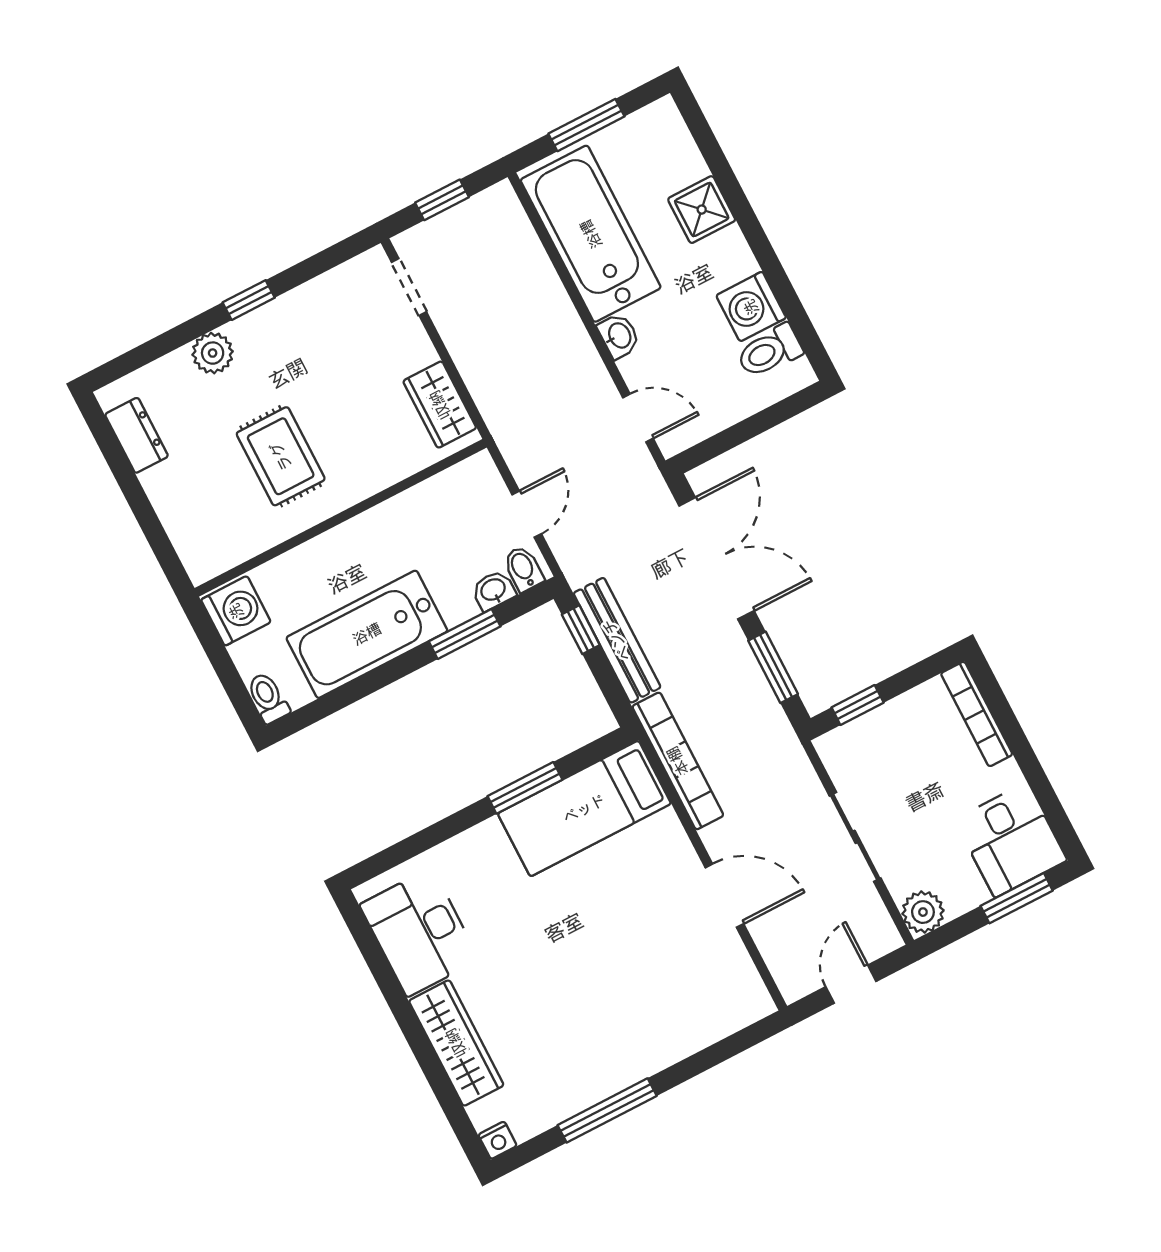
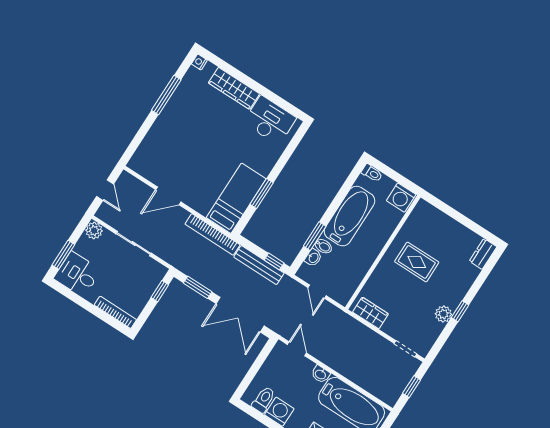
plant: (213, 353) -> (443, 314), moved
door: (638, 418) -> (297, 349), swing flipped
dresser: (137, 435) -> (483, 254), moved, turned 90
bidet: (523, 569) -> (323, 246), moved

